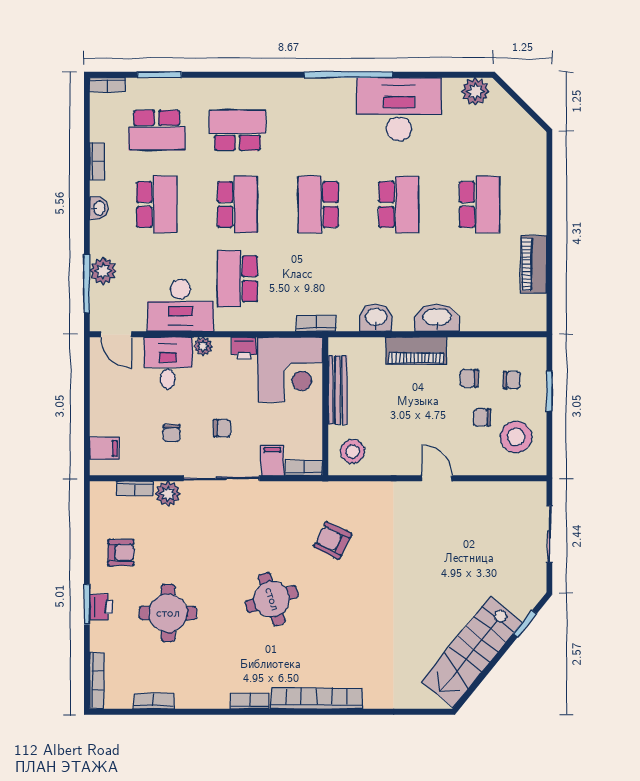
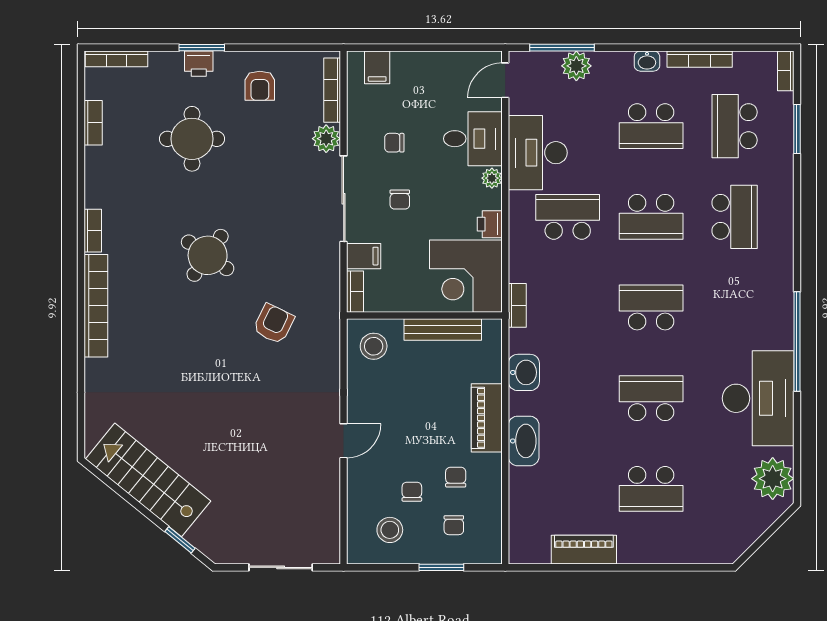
plant: (475, 91) -> (773, 479), width x1.36, depth x1.36
bookcase: (97, 161) -> (700, 59), width x1.56
school desk: (399, 204) -> (651, 398), turned 180
stool: (516, 437) -> (390, 530), width x0.73, depth x0.73
bookcase: (135, 488) -> (332, 90), width x1.56
round table: (272, 599) -> (208, 255), turned -37

